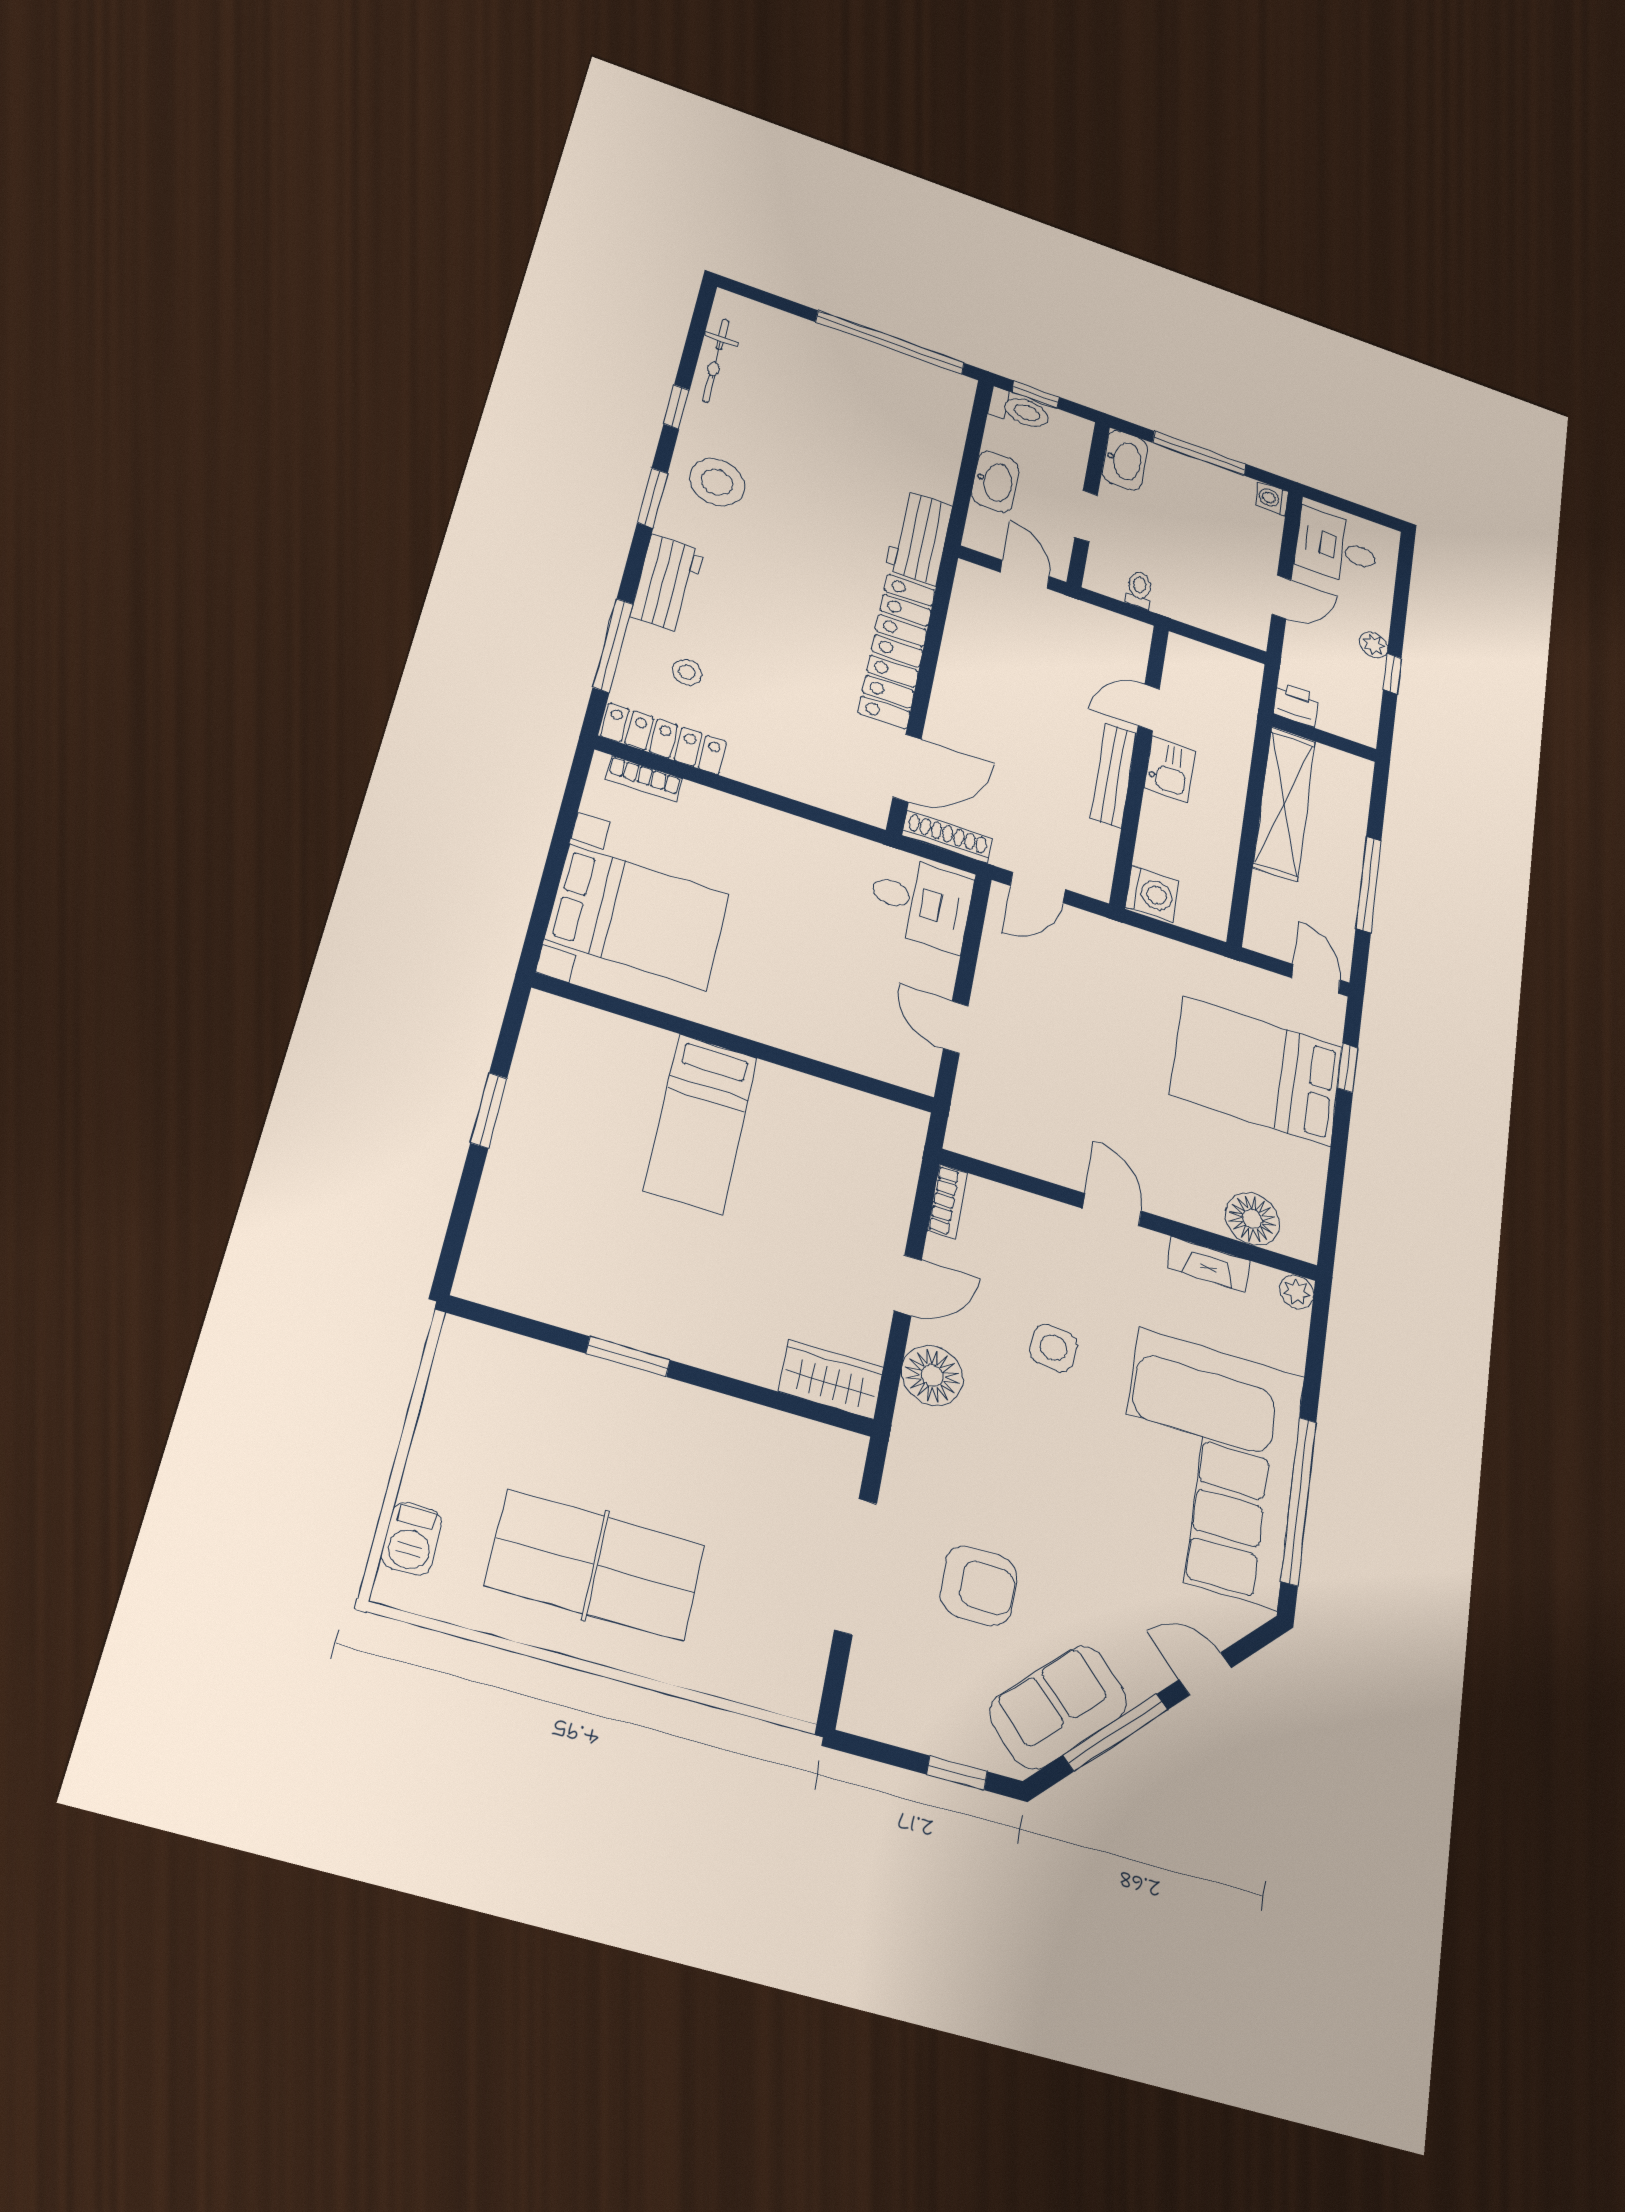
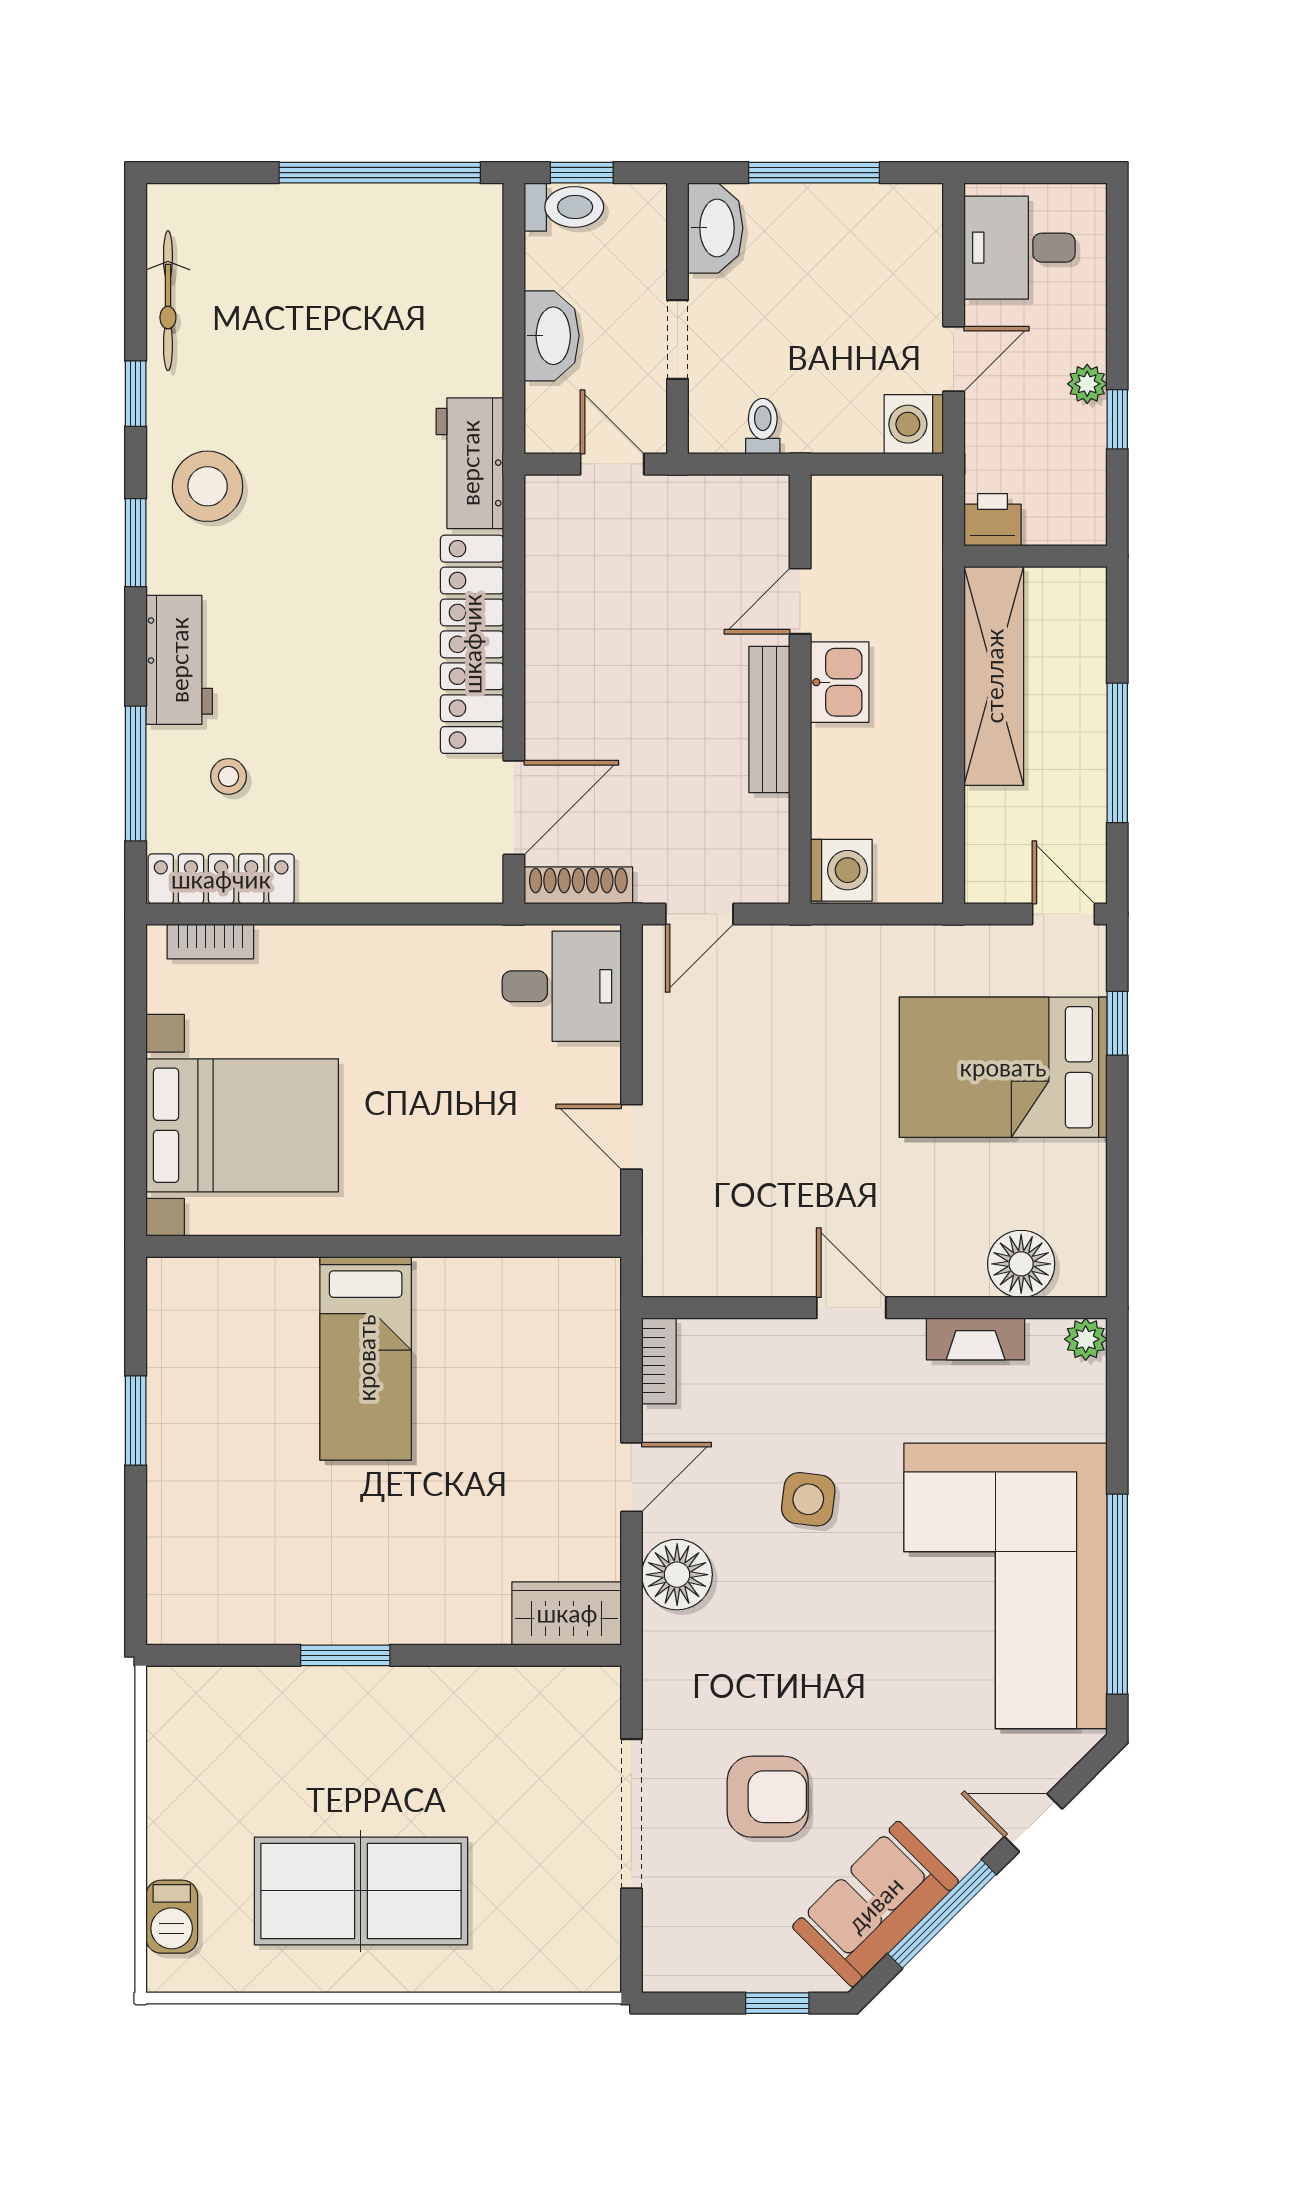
washing machine: (1272, 499) -> (914, 424), moved, width x1.38, depth x1.38

